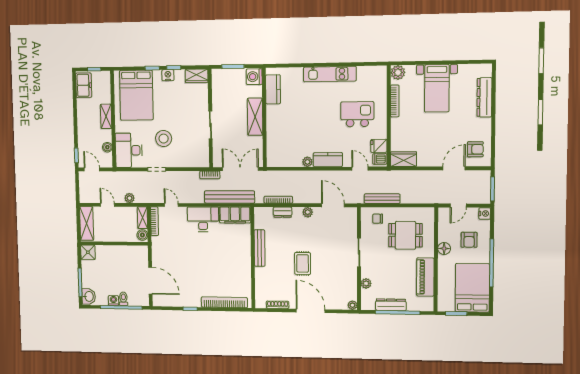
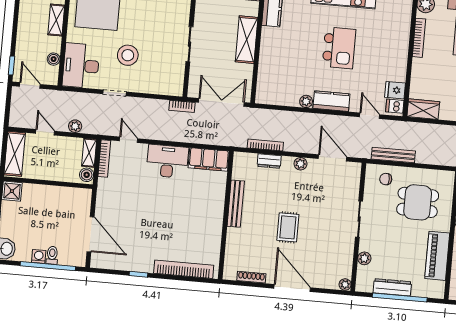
kitchen island: (357, 114) -> (339, 48), moved, turned 90
bench: (229, 197) -> (204, 136), removed

